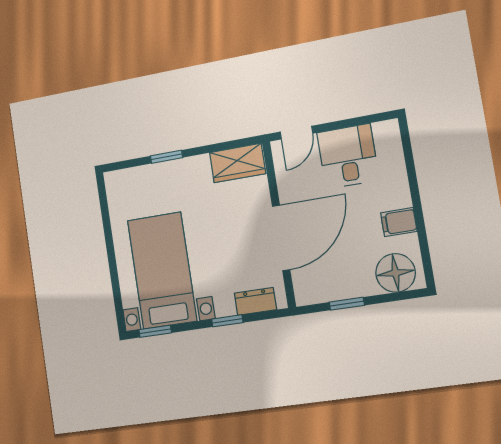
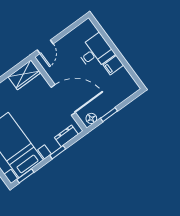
desk: (348, 156) -> (95, 52), moved, turned 90
door: (281, 238) -> (63, 100), hinge flipped
floor lamp: (396, 273) -> (91, 118), moved, width x0.53, depth x0.53

